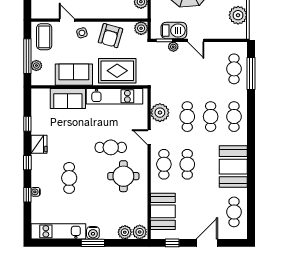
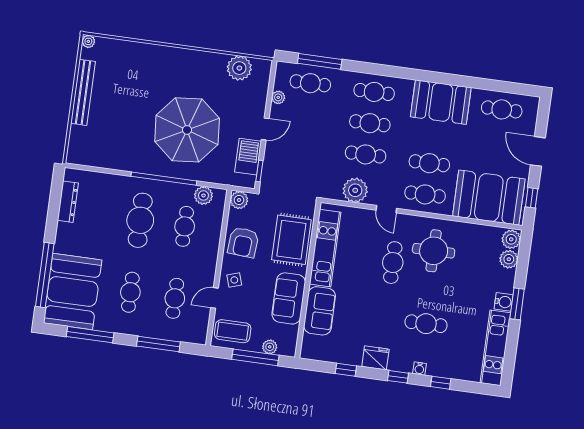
armchair: (110, 36) -> (243, 242), turned 78
plant: (173, 47) -> (278, 97), moved
door: (149, 137) -> (386, 209), hinge flipped
water cooler: (36, 192) -> (419, 369), moved
booth: (163, 211) -> (489, 197), width x1.36, depth x1.42

